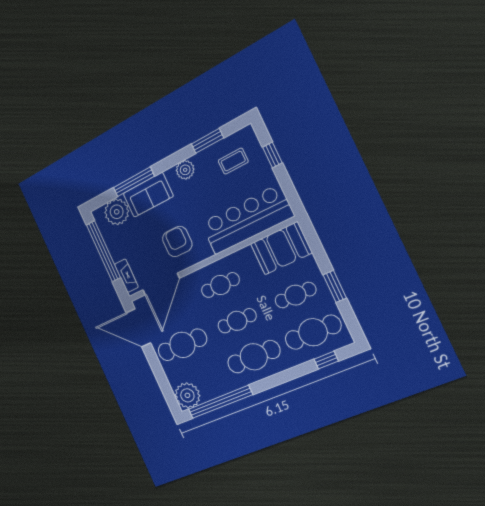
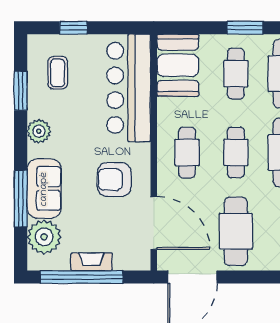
fireplace: (126, 276) -> (92, 262), moved

